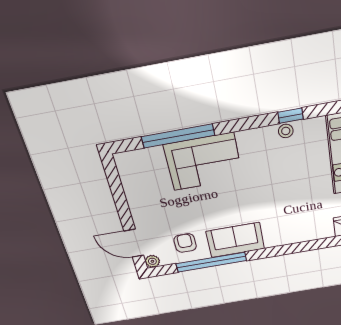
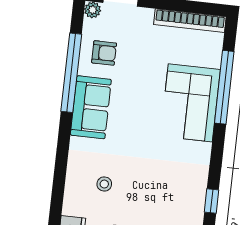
stool: (286, 131) -> (104, 184), moved
bookcase: (129, 184) -> (190, 21), added

